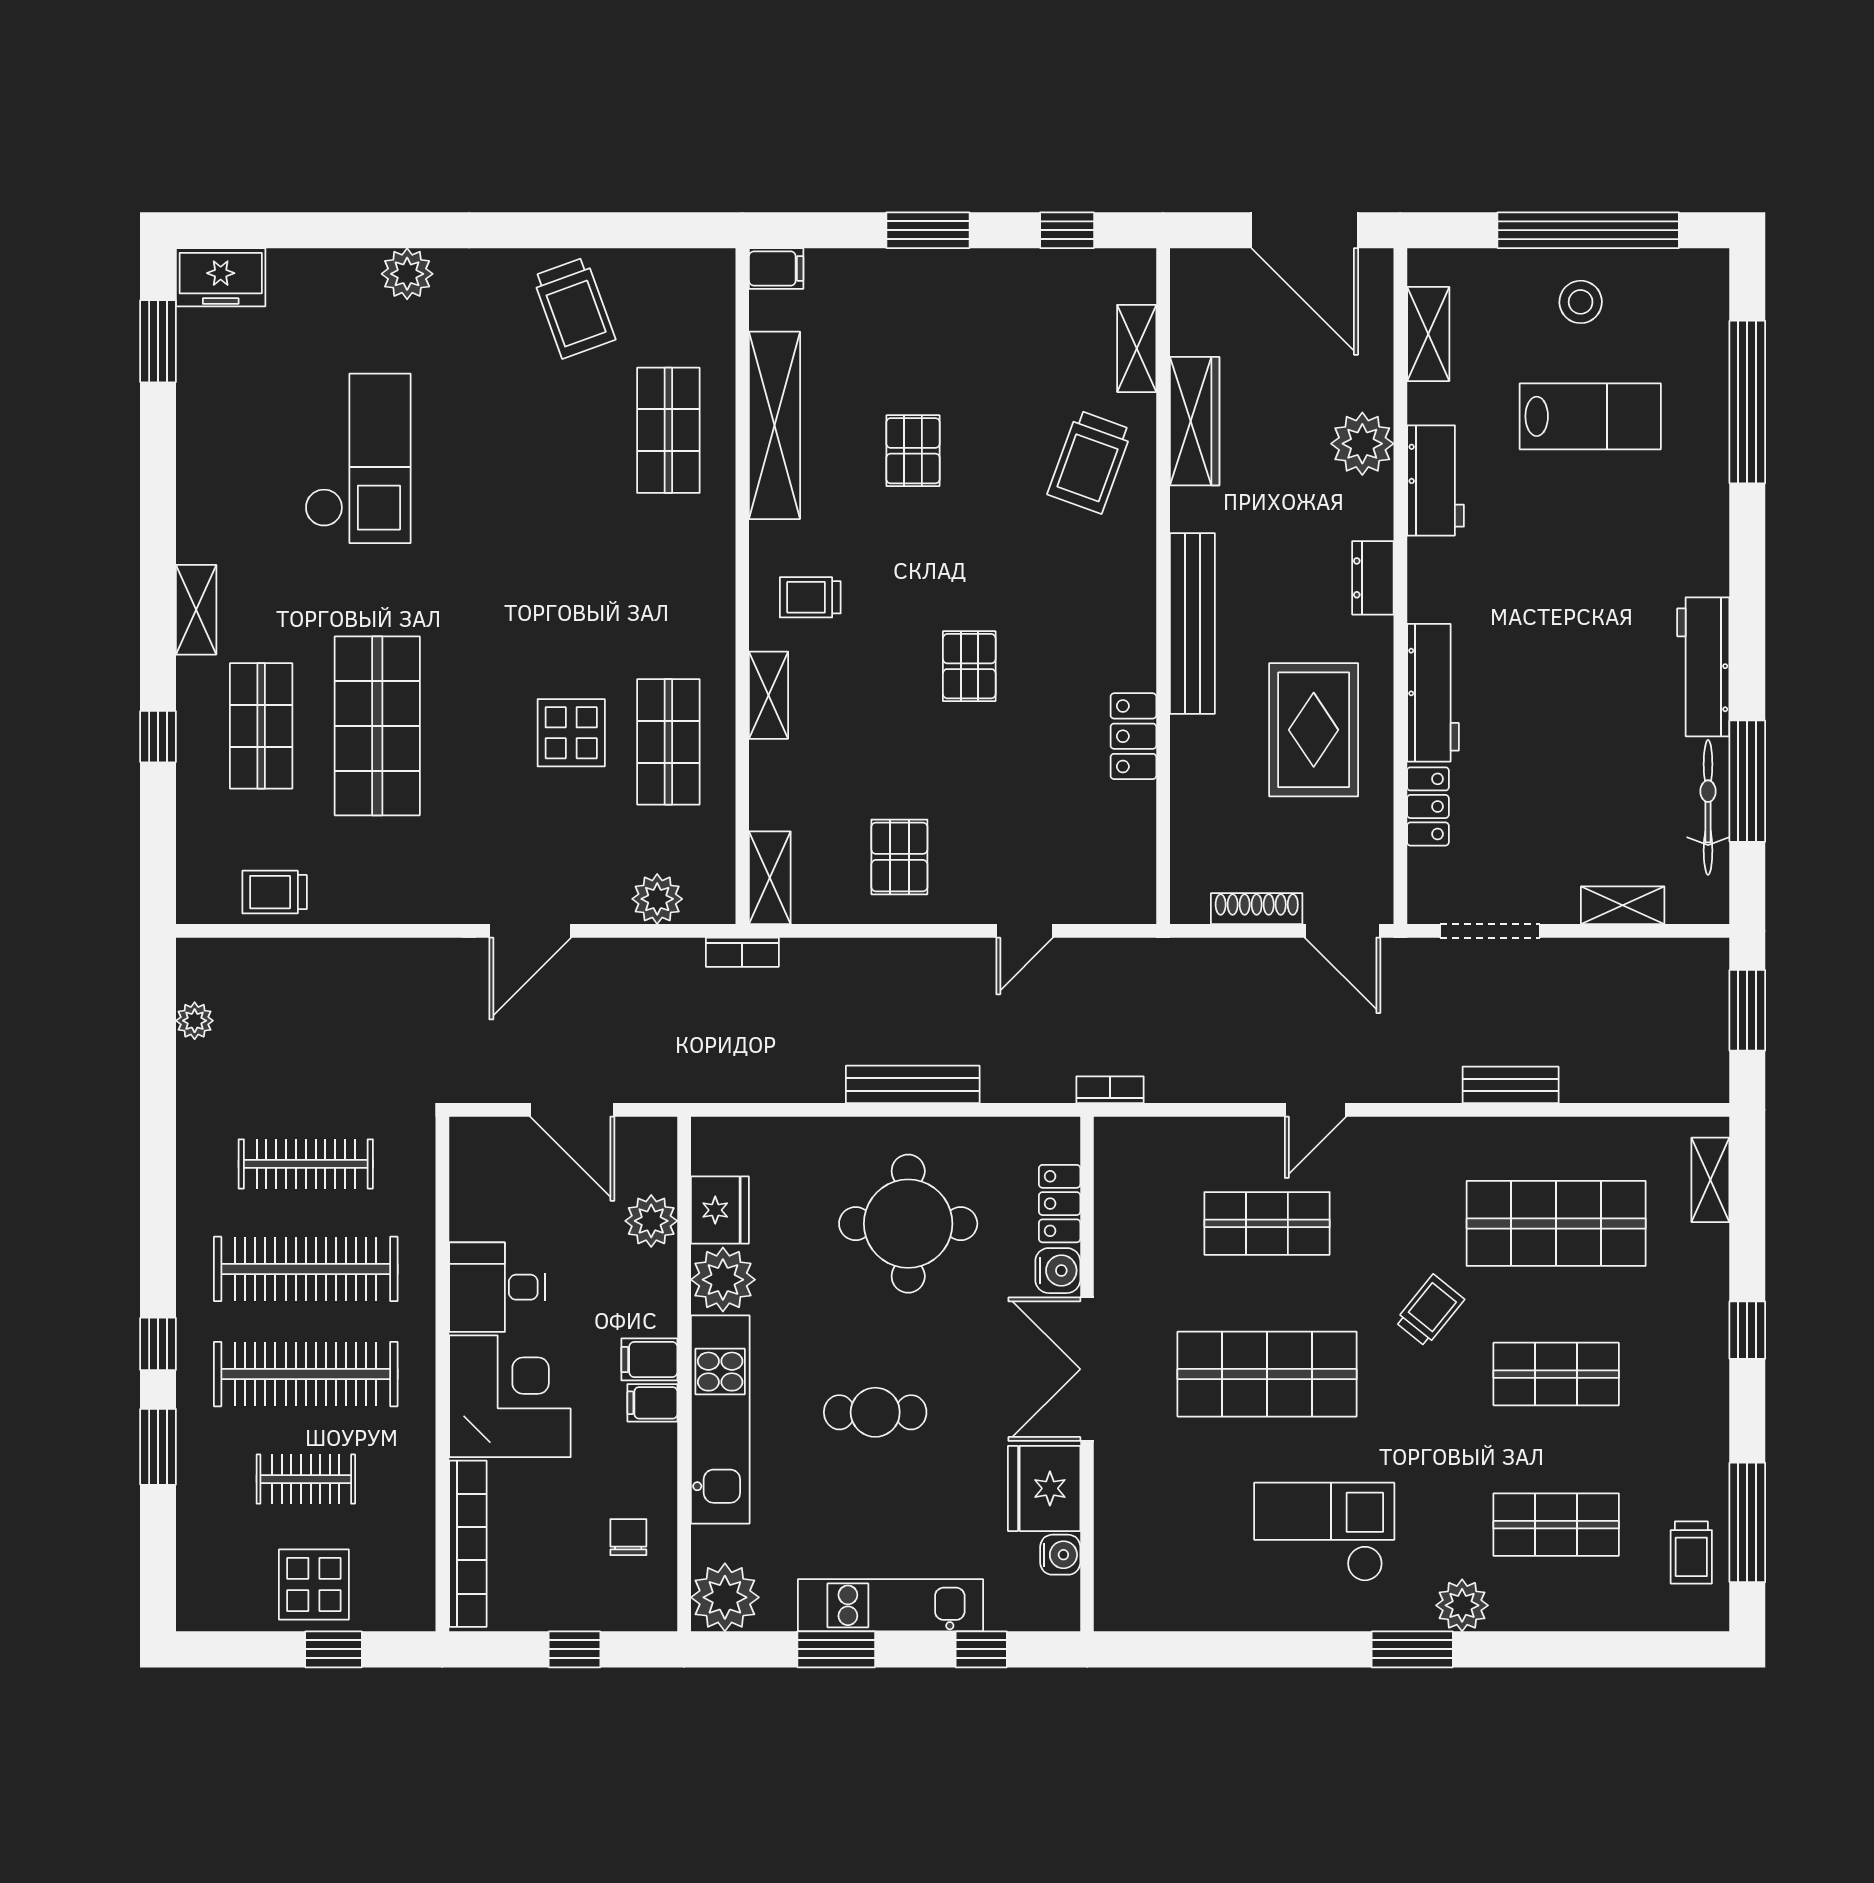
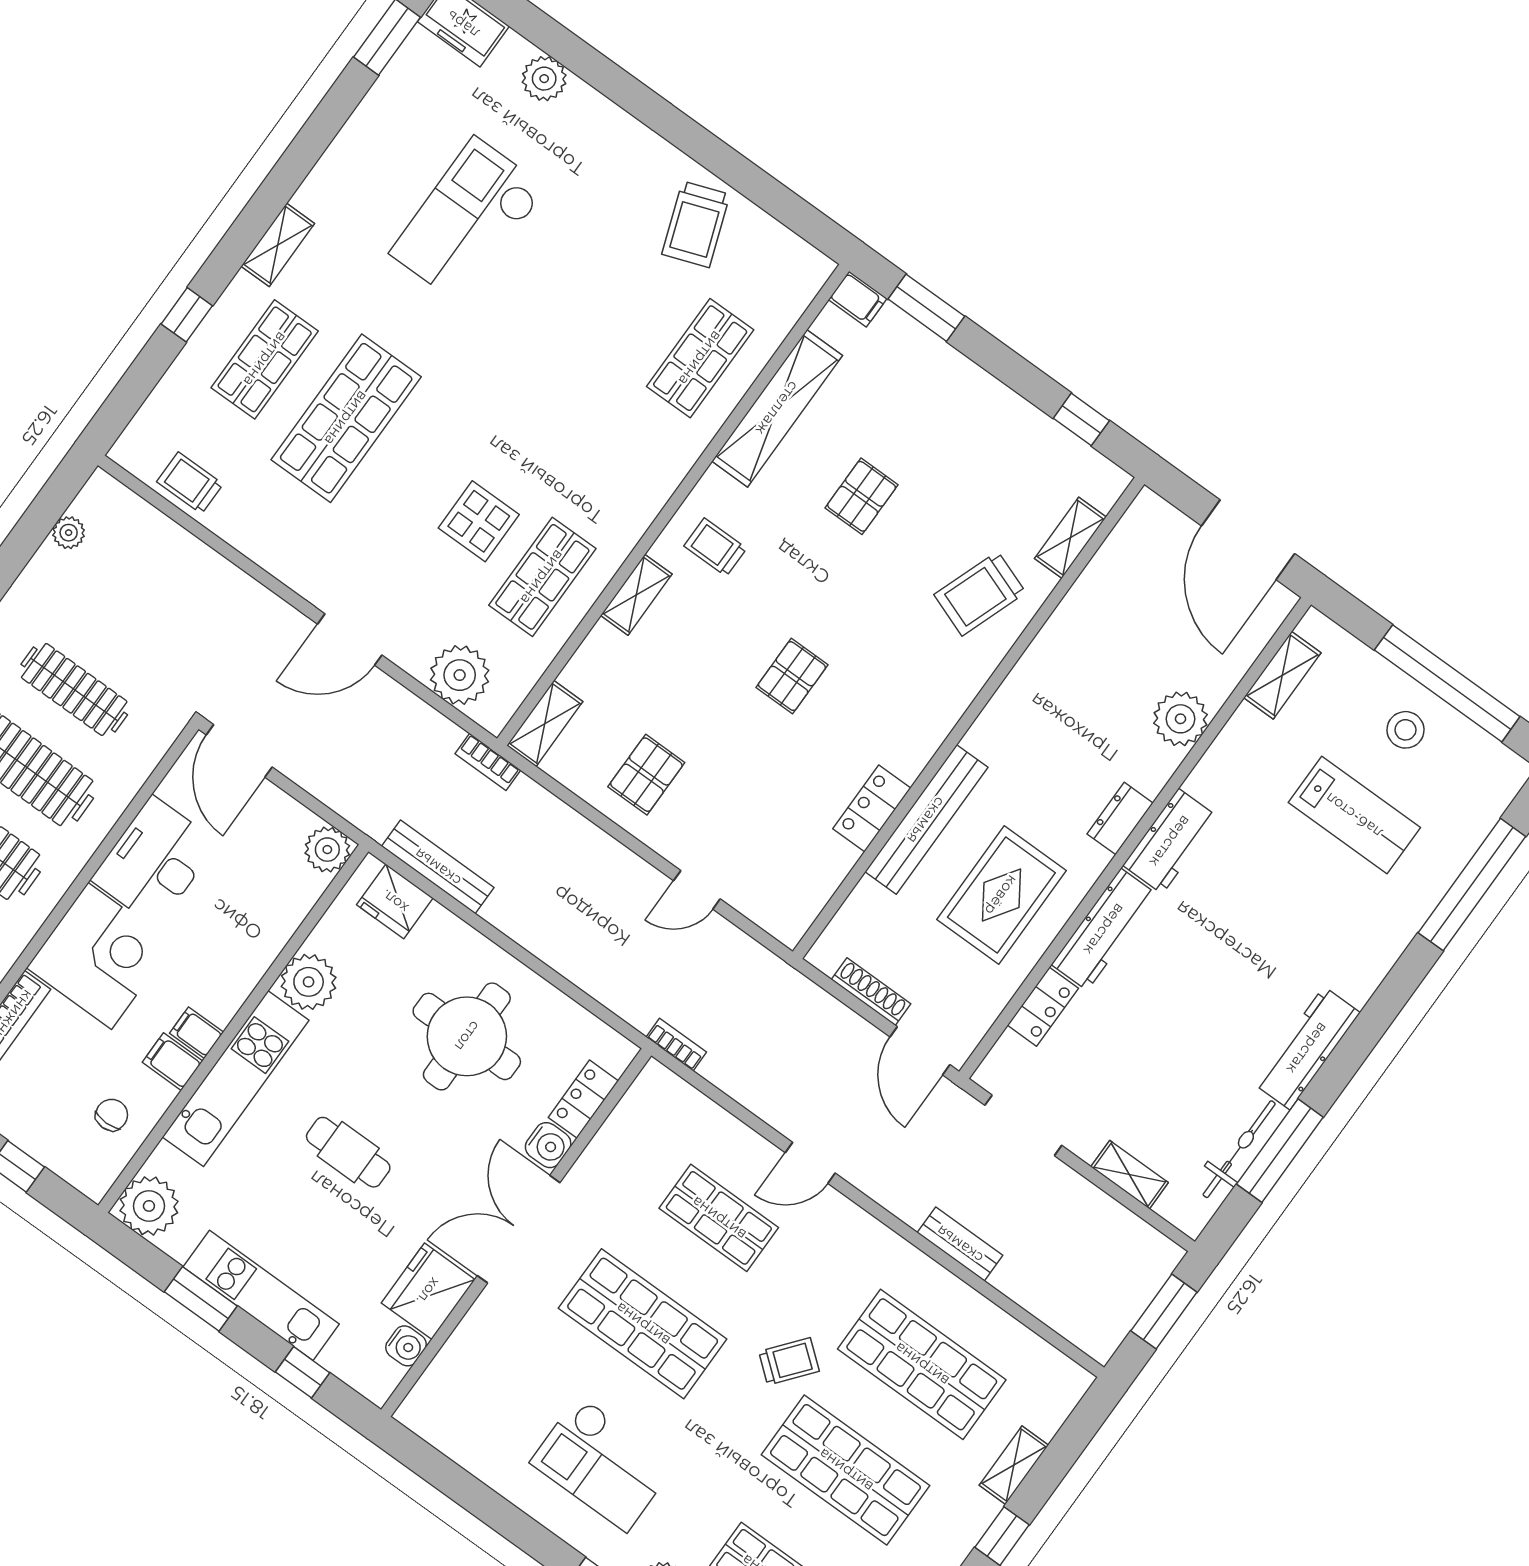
window: (928, 230) -> (926, 308), moved
plant: (407, 274) -> (544, 79), moved
wardrobe: (1195, 421) -> (1074, 618), removed
checkout: (358, 458) -> (468, 221), turned 180
workbench: (1436, 480) -> (1170, 841), moved
bench: (1192, 623) -> (926, 820), moved
plant: (657, 899) -> (460, 675), width x1.36, depth x1.36
bench: (913, 1084) -> (438, 867), moved
door: (572, 1110) -> (239, 751), moved
shelving: (1710, 1180) -> (1014, 1465), moved
fridge: (720, 1210) -> (395, 901), moved, turned 90
plant: (651, 1221) -> (327, 850), moved
desk: (497, 1287) -> (155, 861), width x1.37
filing cabinet: (649, 1359) -> (172, 1062), moved
shop shelf: (1556, 1374) -> (846, 1470), width x1.43, depth x1.36
checkout: (1324, 1532) -> (603, 1464), turned 180

